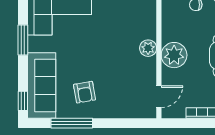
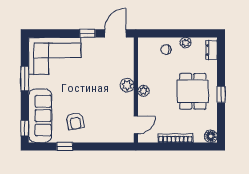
plant: (174, 55) -> (143, 91), width x0.53, depth x0.53
window: (72, 123) -> (65, 146), width x0.46

